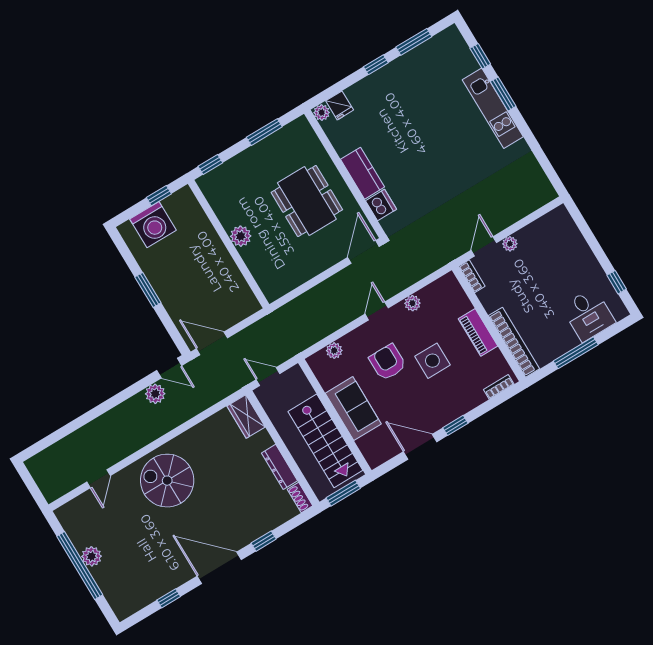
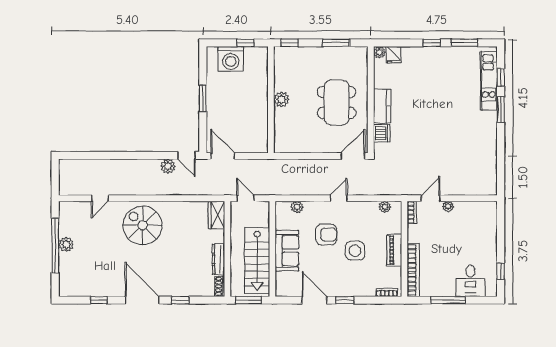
kitchen unit: (493, 108) -> (489, 81), moved
plant: (412, 303) -> (385, 207), moved
armchair: (388, 362) -> (326, 235), turned 90

